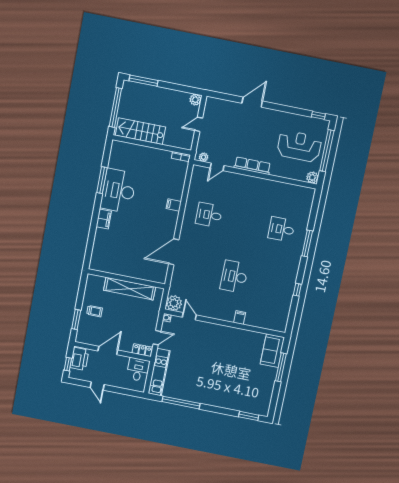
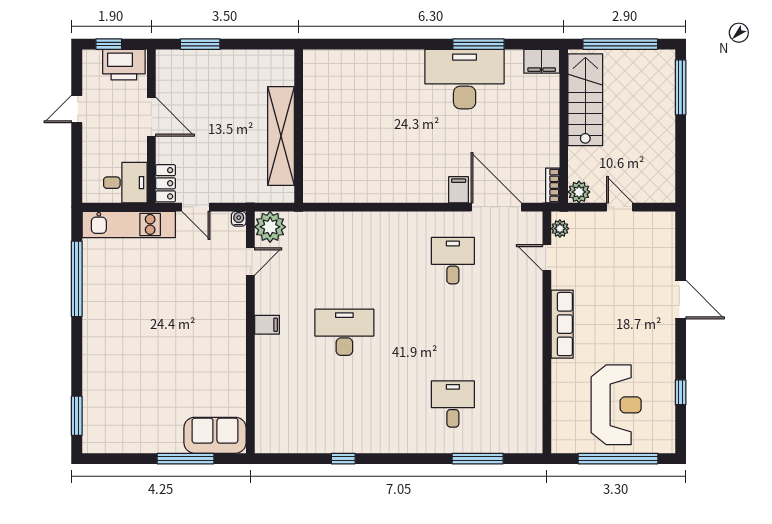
plant: (195, 100) -> (579, 192), moved
window: (318, 115) -> (681, 392), moved
plant: (312, 177) -> (563, 442), removed
filing cabinet: (104, 219) -> (542, 61), moved
window: (307, 243) -> (478, 459), moved
door: (174, 252) -> (496, 207), moved
trolley: (95, 311) -> (224, 77), removed
filing cabinet: (240, 318) -> (267, 325), moved

